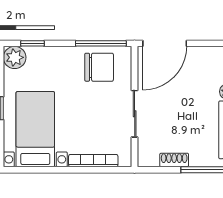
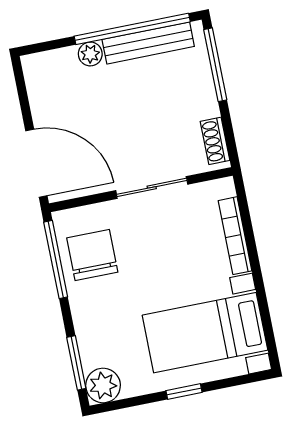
window: (32, 43) -> (76, 363), width x1.50
shoe rack: (174, 160) -> (215, 141), moved

